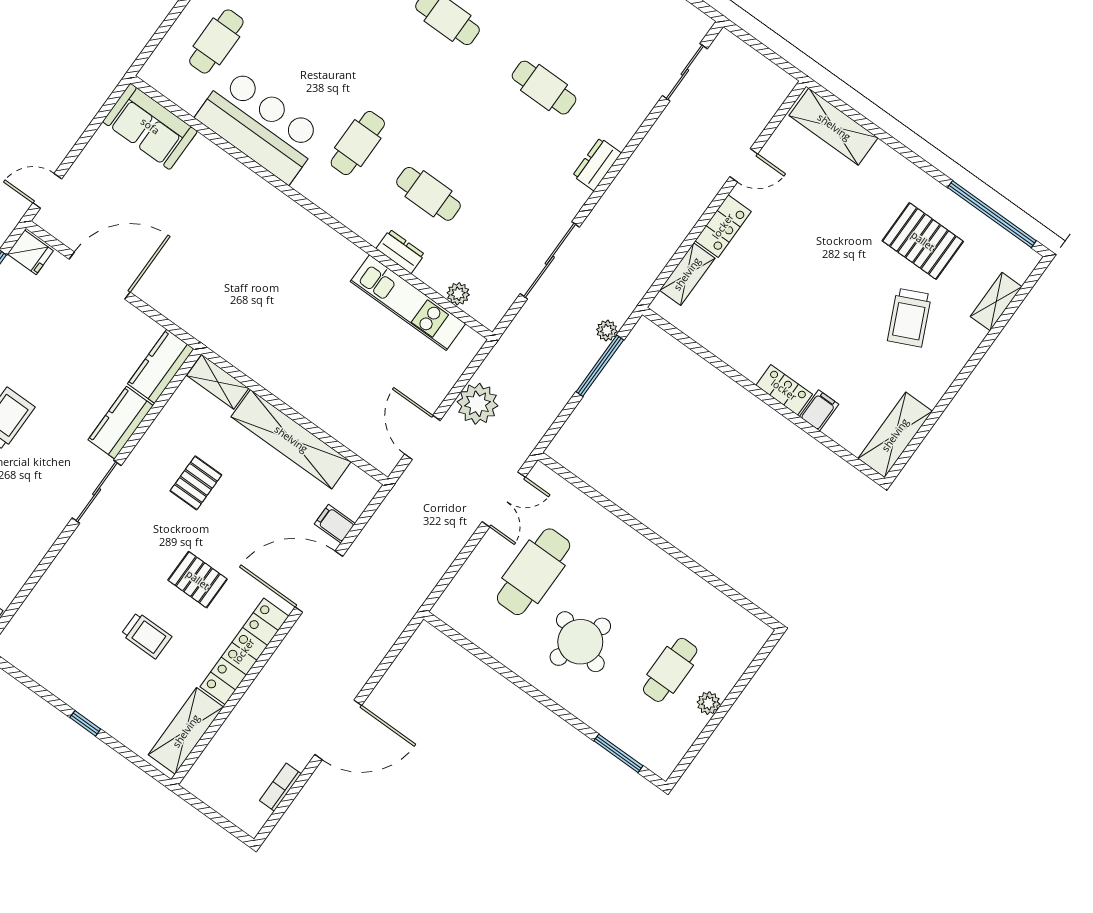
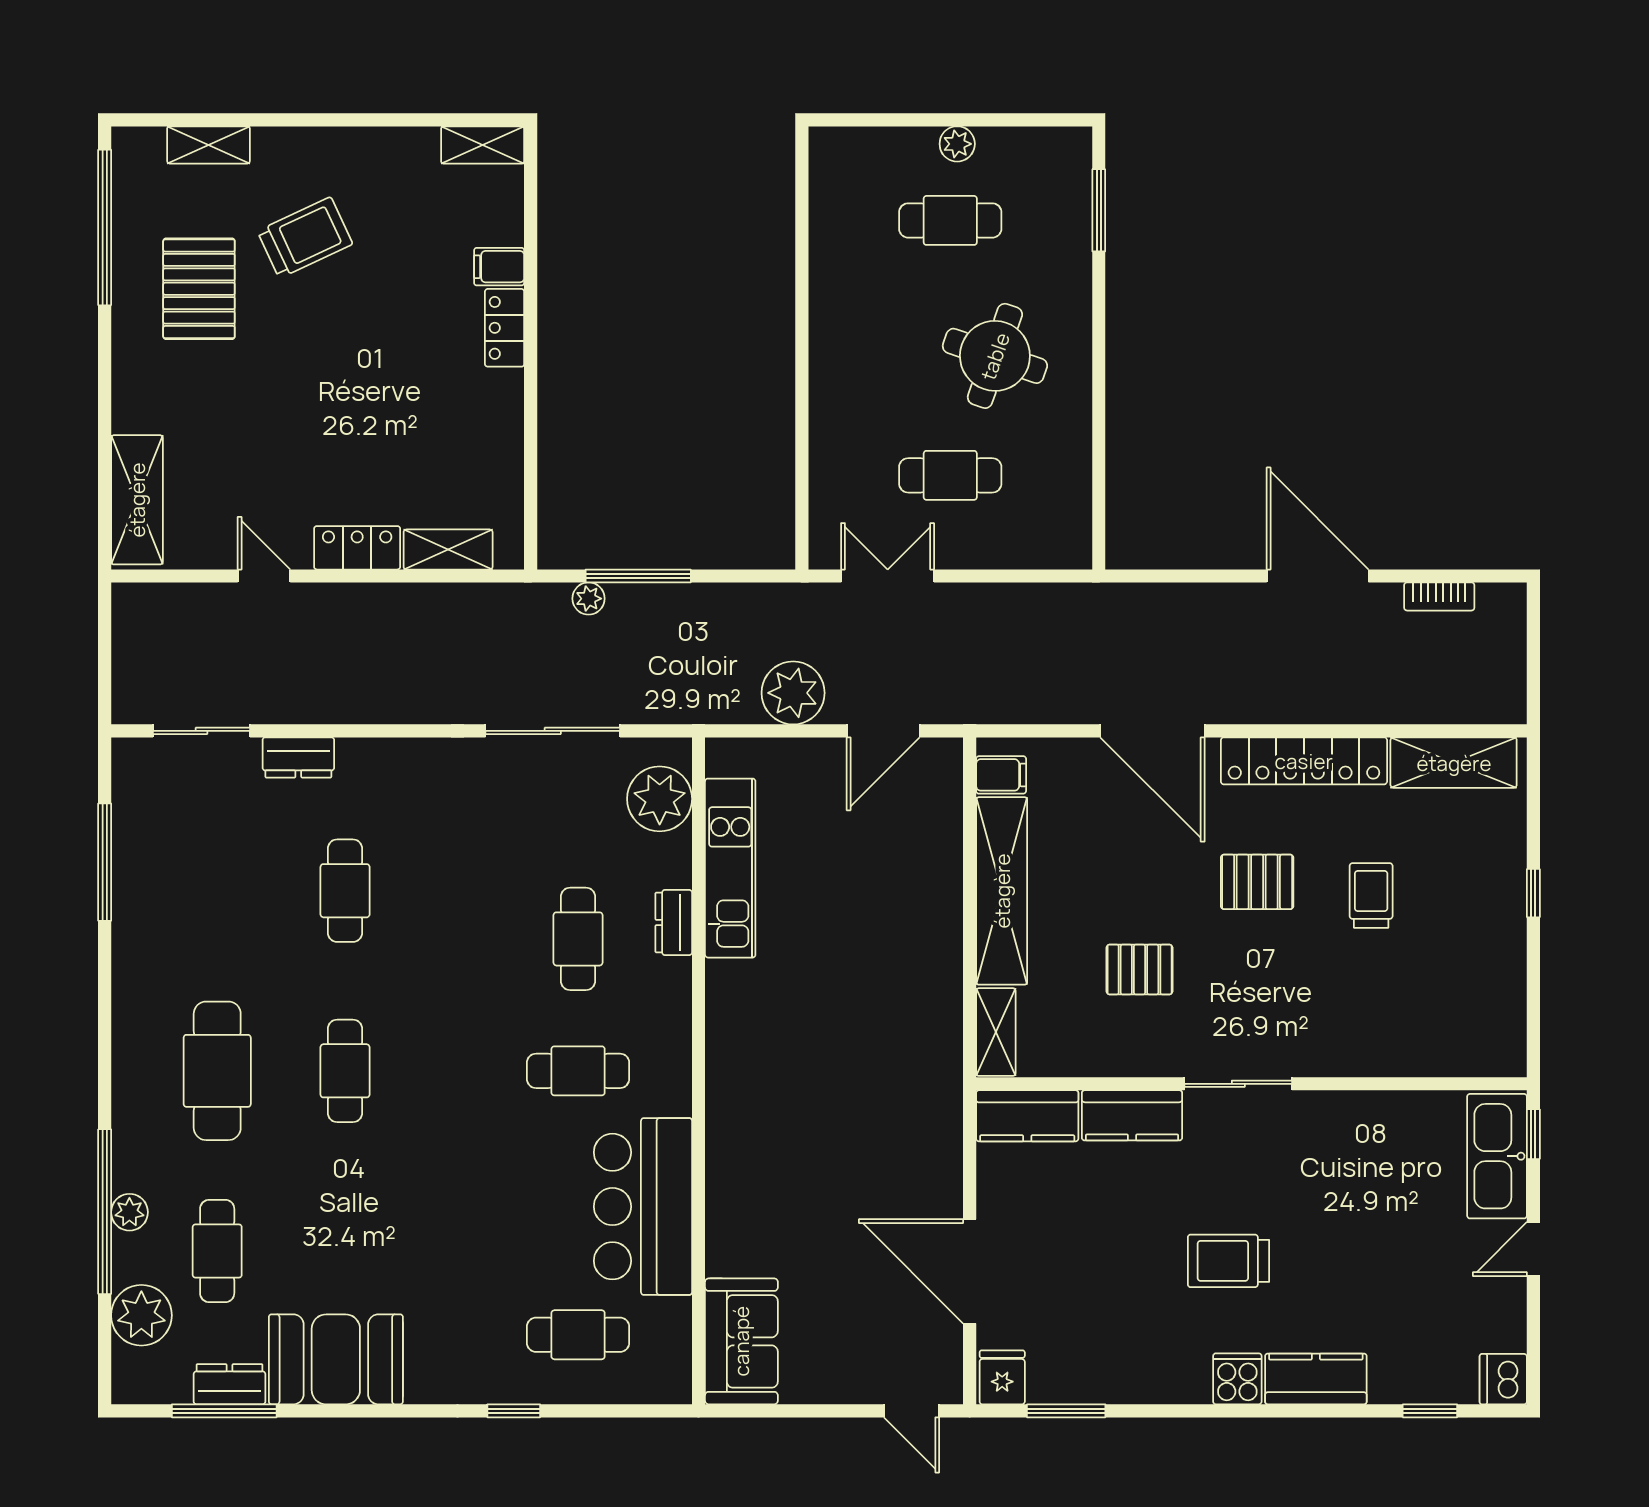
dresser: (597, 164) -> (298, 758), moved
plant: (458, 294) -> (660, 799), width x1.87, depth x1.87
shelving: (895, 435) -> (483, 145), width x0.67, depth x0.75
filing cabinet: (335, 524) -> (1001, 775), moved, turned -90
cafe table: (534, 572) -> (950, 475), width x0.73, depth x0.74
pallet: (198, 580) -> (1257, 882), turned 90

